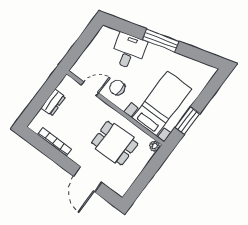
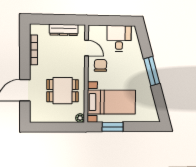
desk: (129, 51) -> (119, 38), moved, turned -74
dresser: (53, 102) -> (64, 30), width x1.44
dining table: (115, 143) -> (63, 91), turned 90

